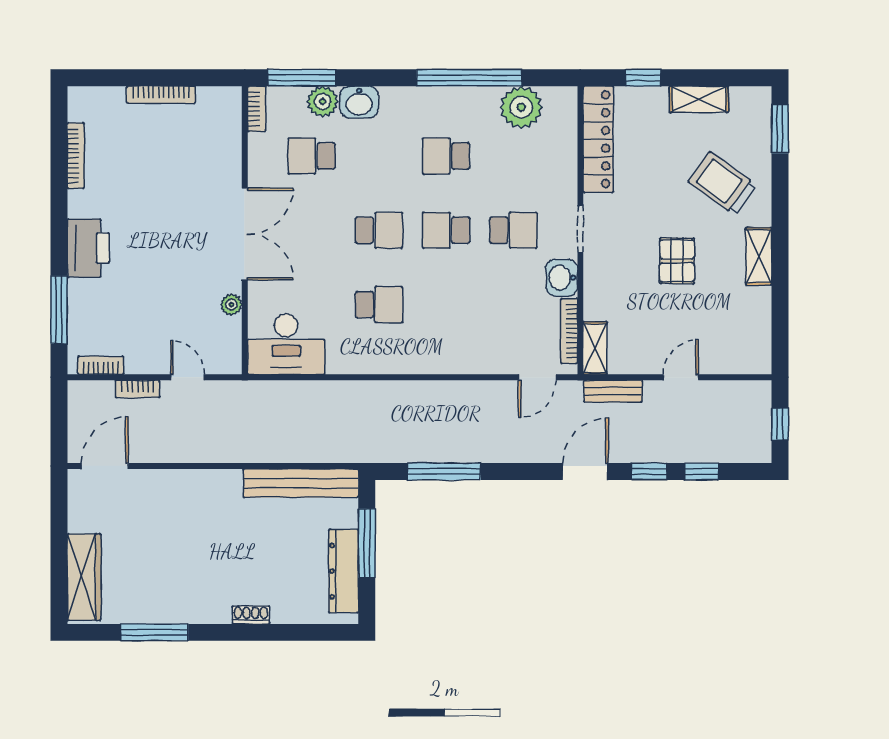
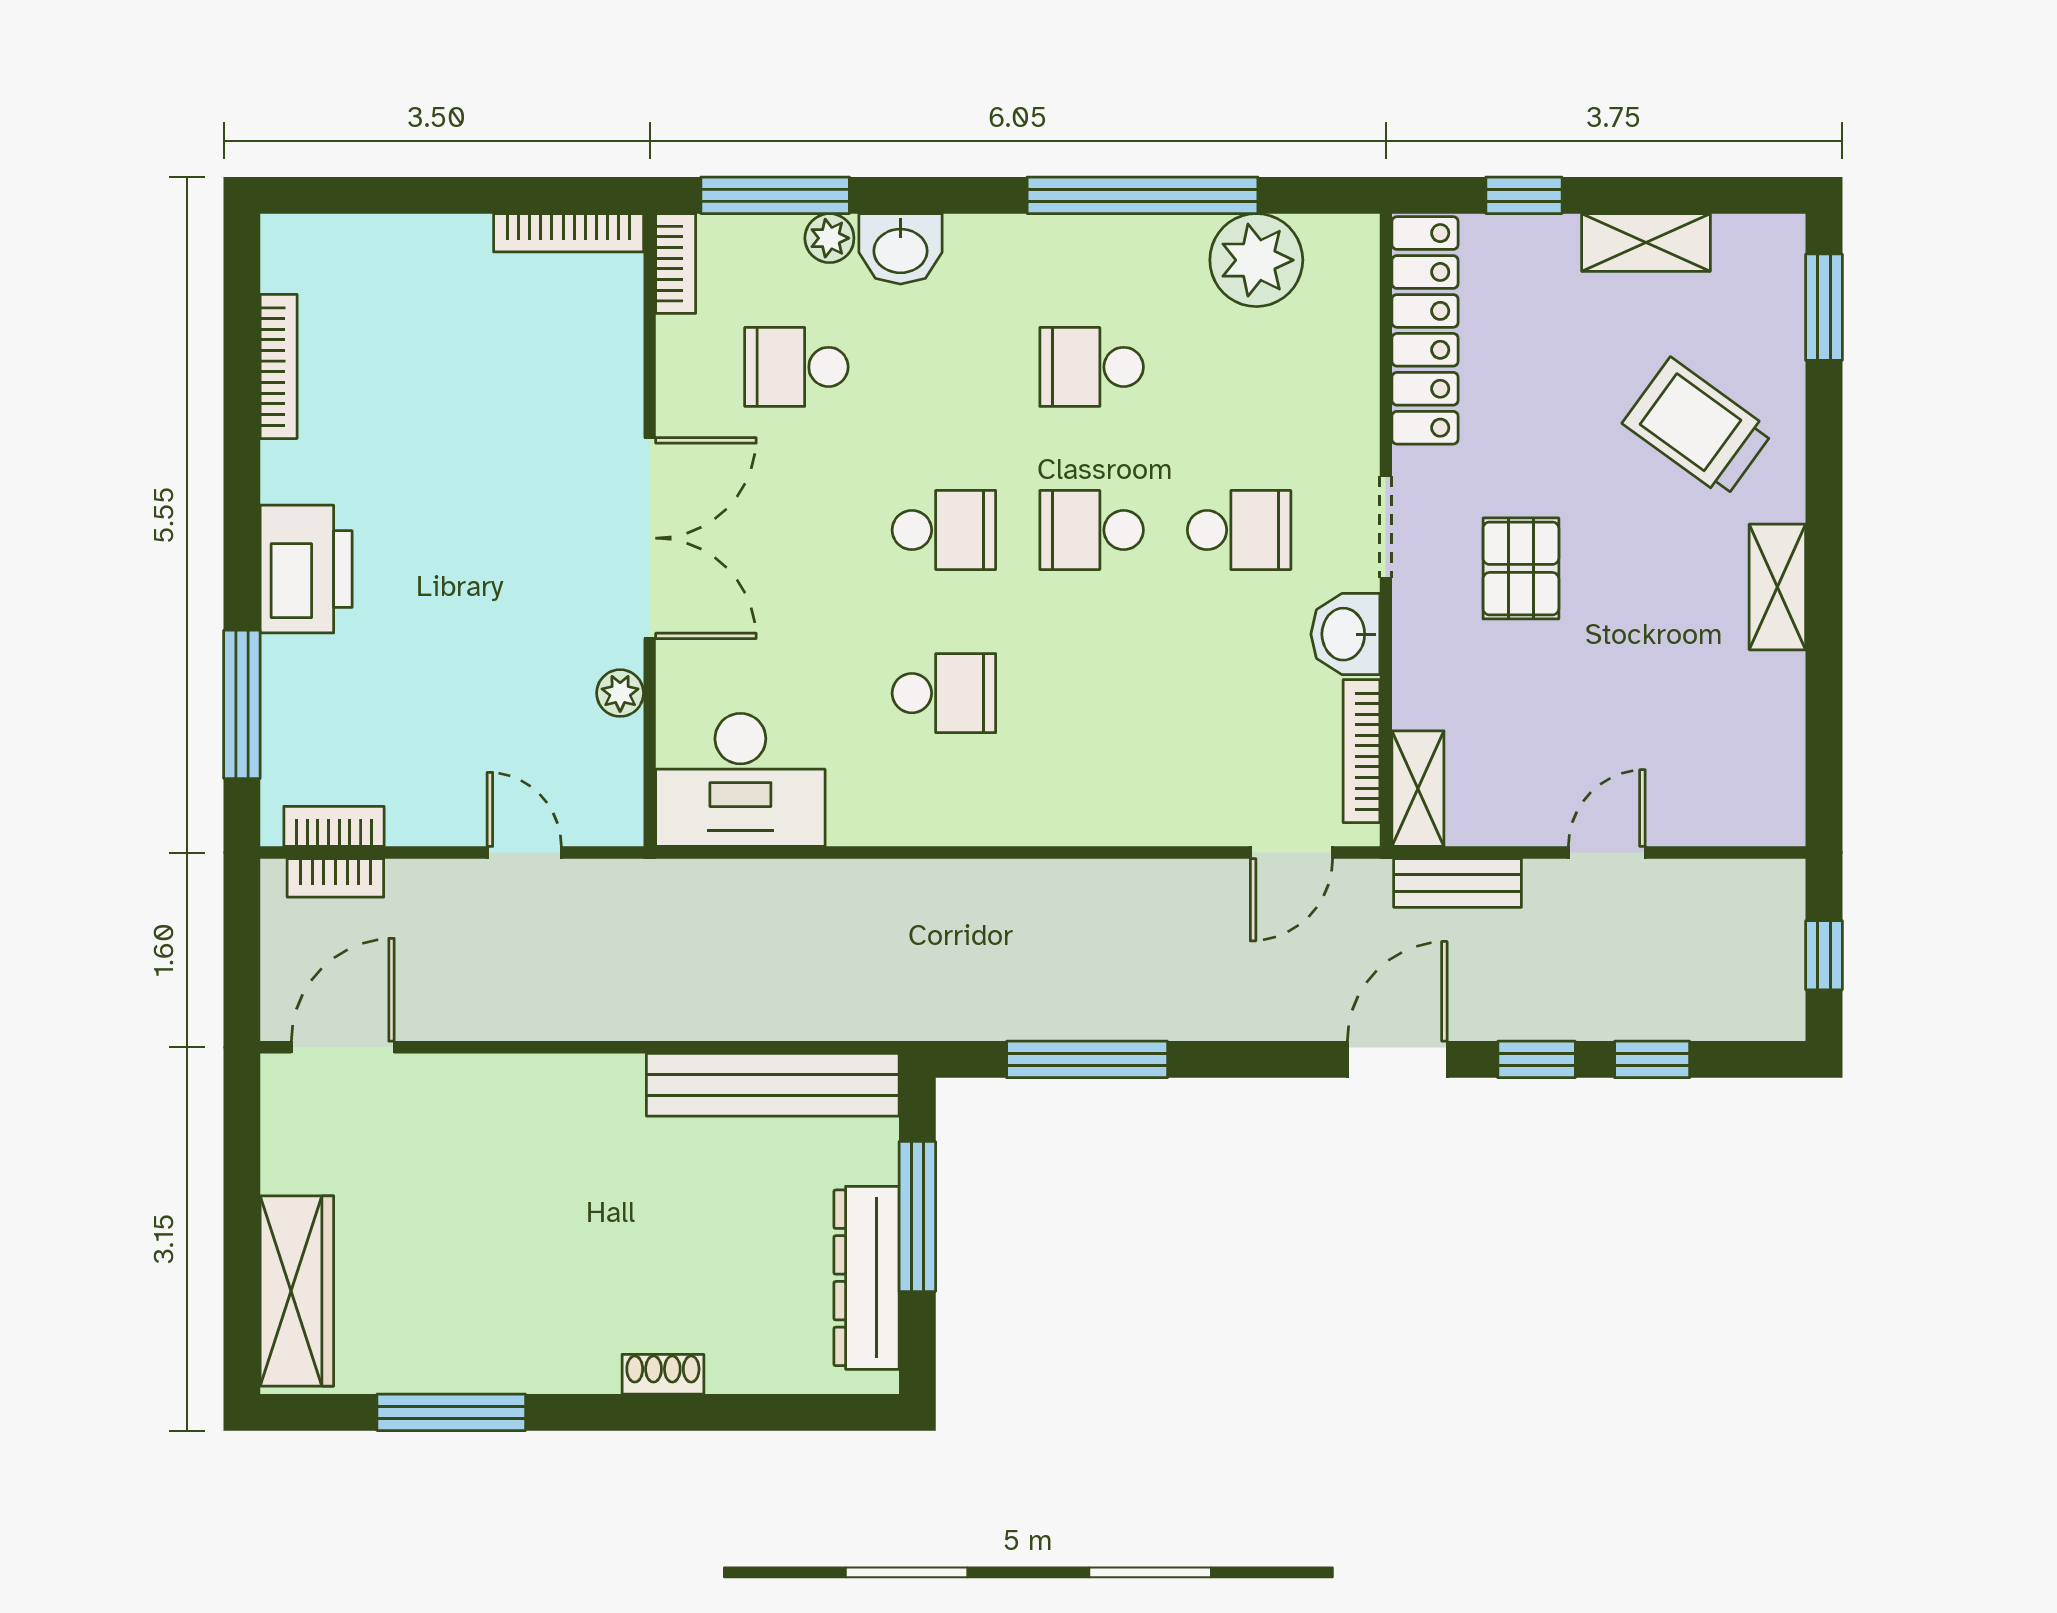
bookcase: (161, 95) -> (569, 233), moved
plant: (323, 101) -> (829, 238), width x0.73, depth x0.73
pallet: (677, 261) -> (1521, 568), moved
bookcase: (137, 389) -> (335, 878), moved

